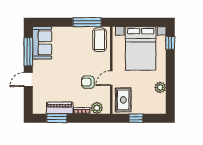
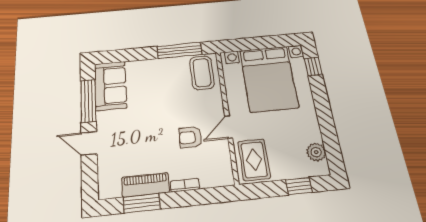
door: (28, 79) -> (89, 143), hinge flipped
plant: (160, 87) -> (316, 152), moved
plant: (97, 108) -> (210, 178), removed
window: (136, 118) -> (299, 186), moved

